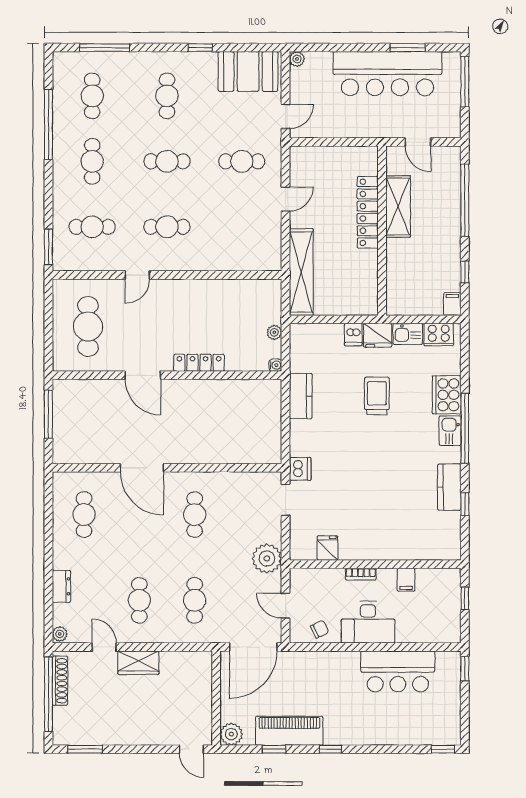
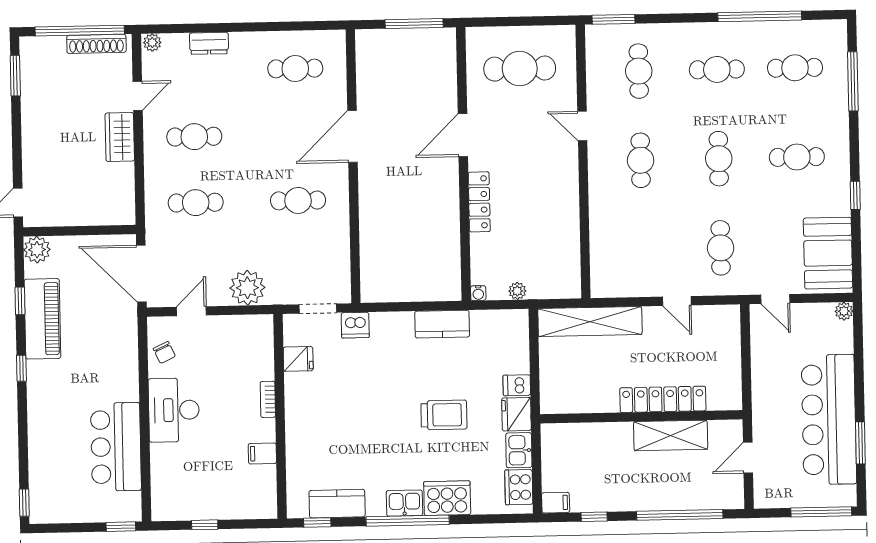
fridge: (327, 548) -> (298, 359), moved
wall: (375, 564) -> (280, 416), moved
bookcase: (361, 574) -> (268, 399), moved
filing cabinet: (406, 580) -> (262, 453), moved

